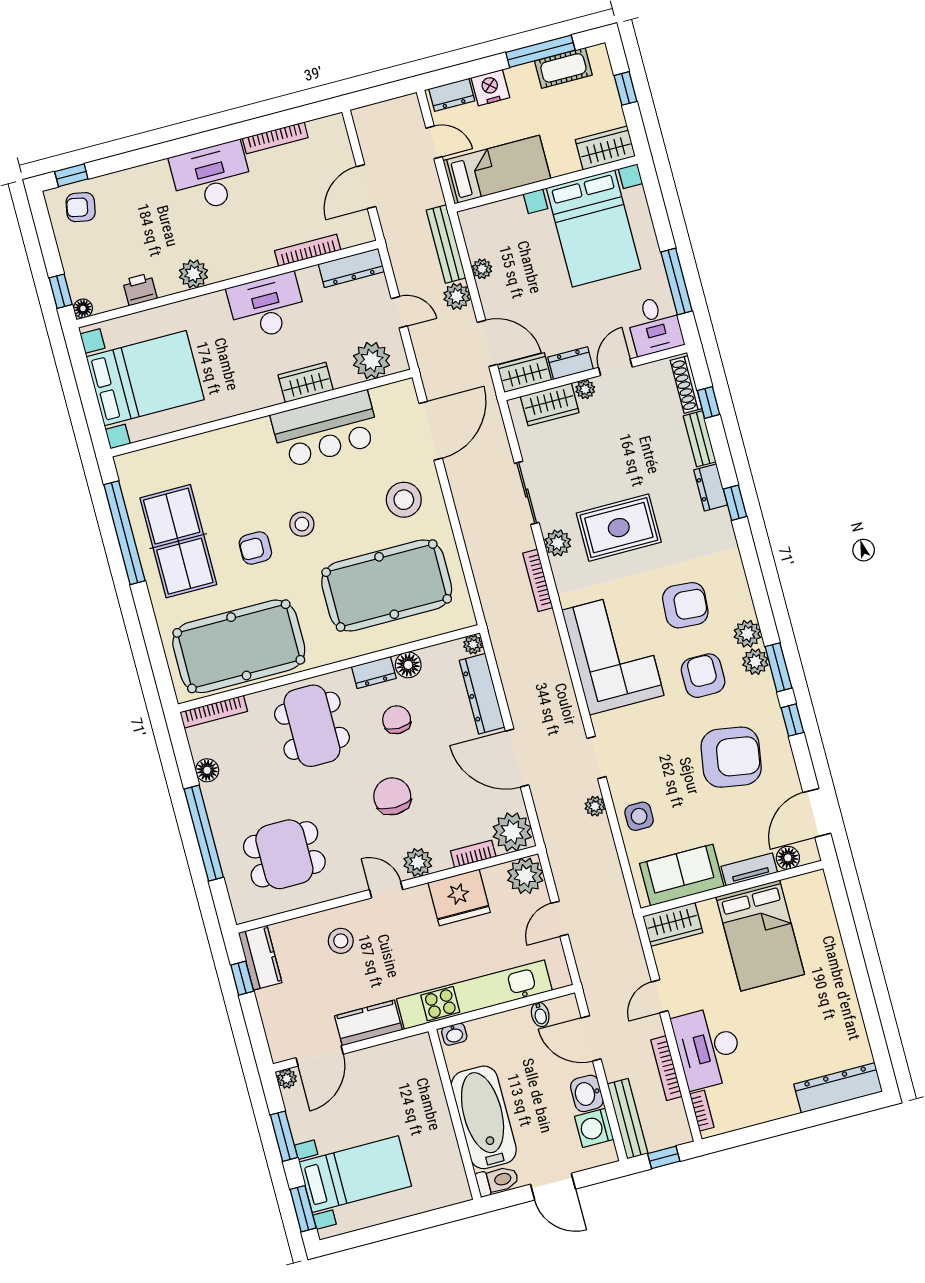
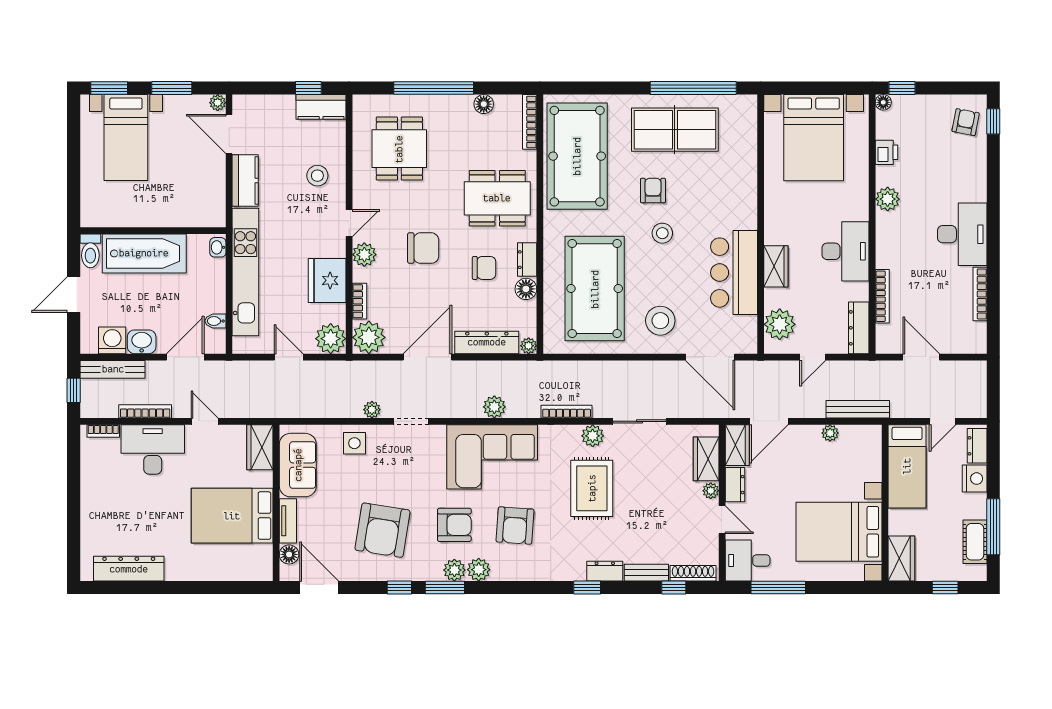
plant: (457, 296) -> (494, 407), moved
dresser: (838, 1088) -> (129, 569), moved, turned -90

